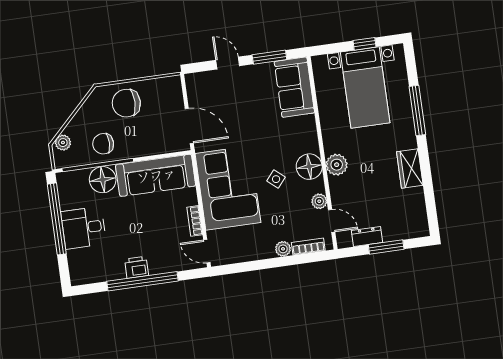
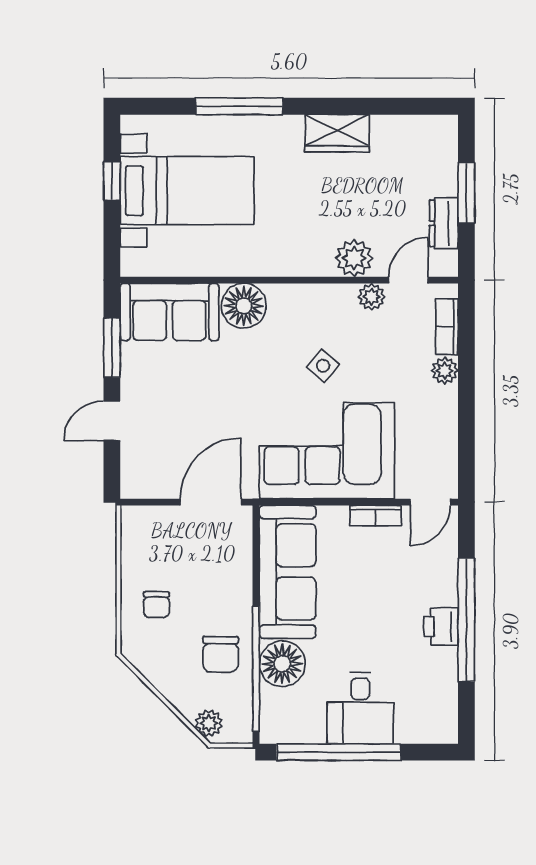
chair: (126, 103) -> (156, 605), width x0.54, depth x0.54
plant: (337, 165) -> (354, 258), moved
floor lamp: (309, 167) -> (244, 306), moved

